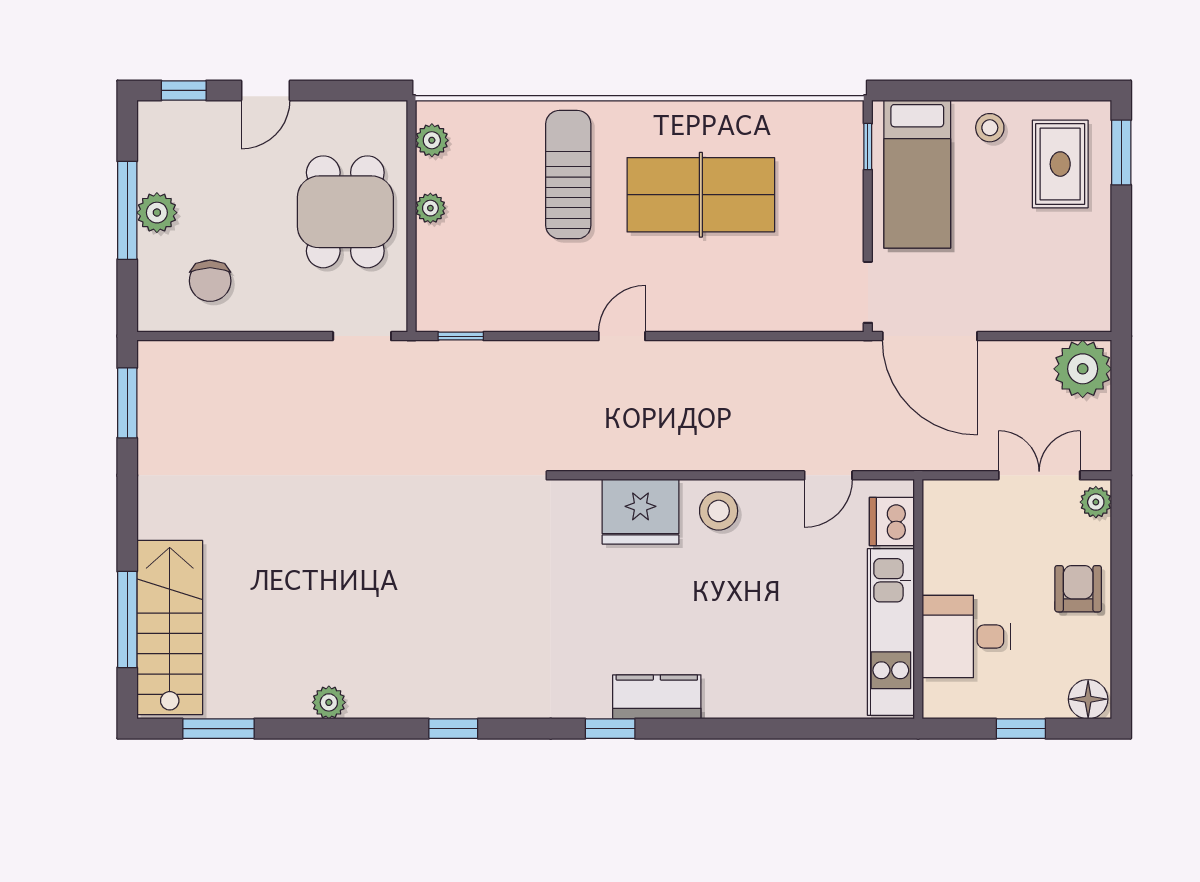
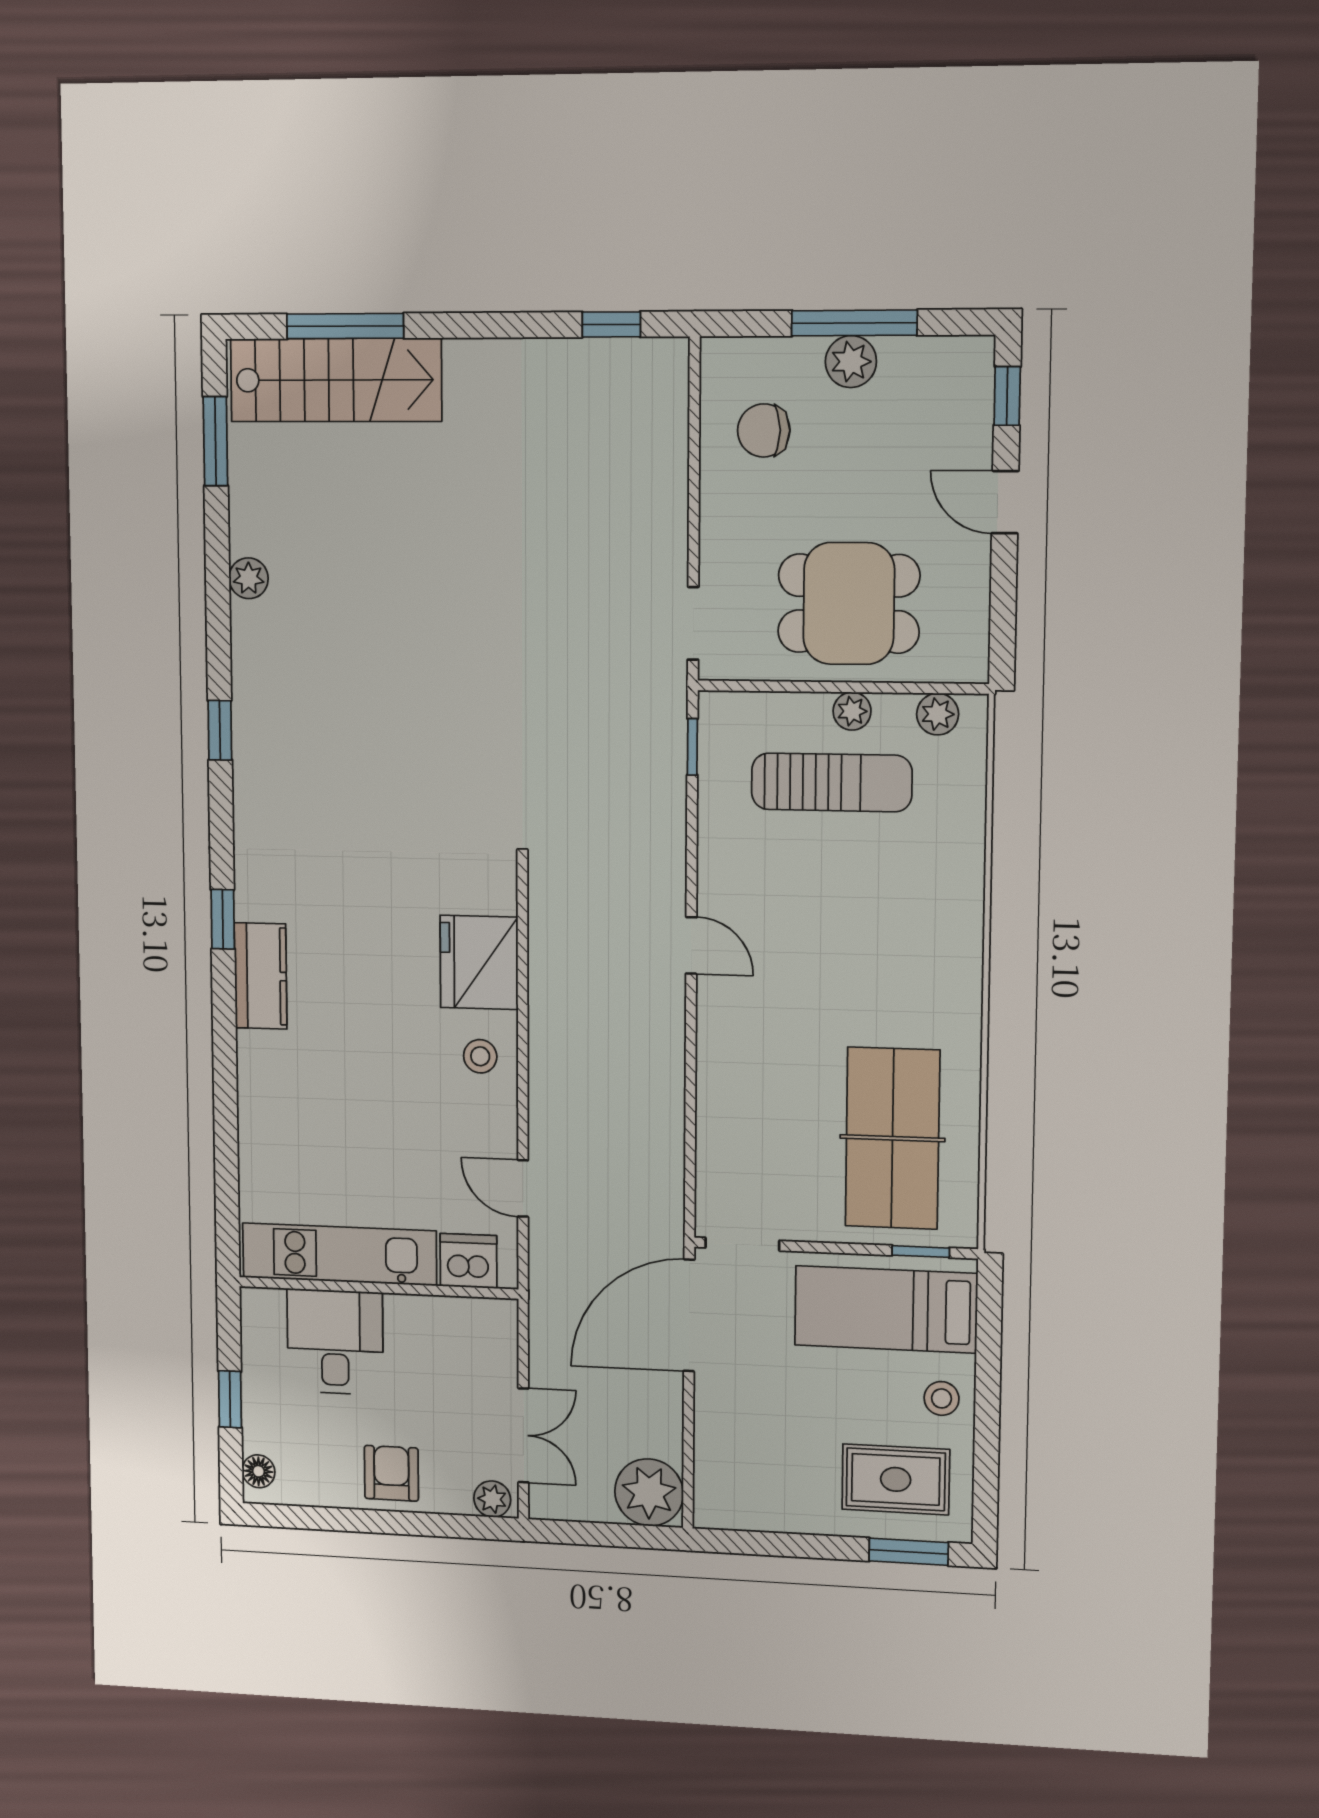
sun lounger: (568, 175) -> (832, 782), moved
table tennis table: (701, 195) -> (892, 1138), moved
window: (127, 403) -> (611, 324), width x0.67
stool: (719, 511) -> (480, 1056), width x0.73, depth x0.73
armchair: (1078, 589) -> (391, 1473), turned -90
floor lamp: (1088, 699) -> (258, 1471), width x0.73, depth x0.73

